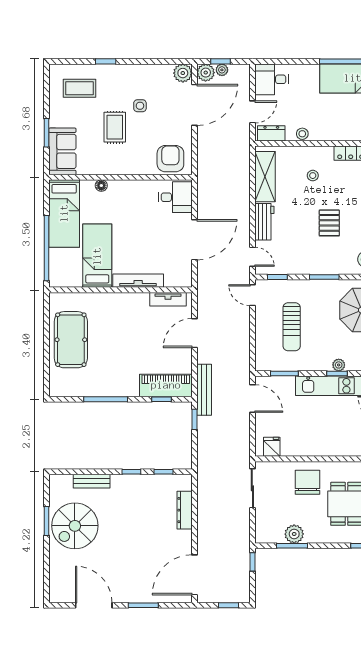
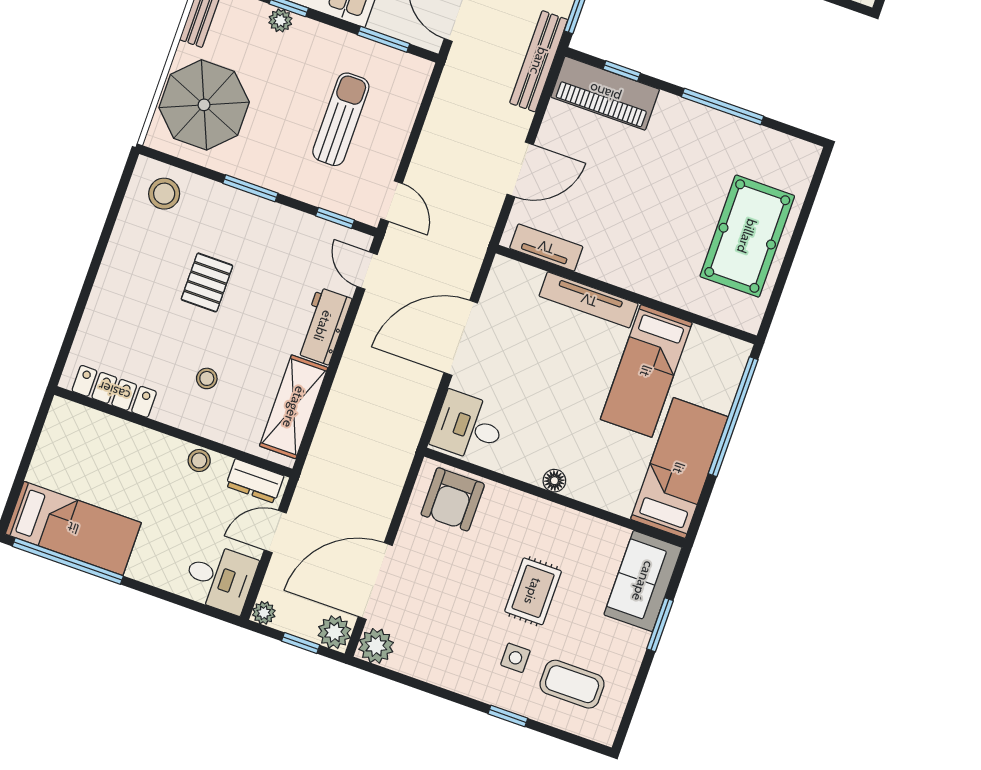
plant: (222, 70) -> (264, 613), moved
side table: (140, 106) -> (515, 658), moved
floor lamp: (101, 186) -> (554, 481), moved

